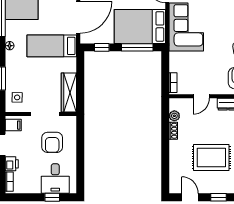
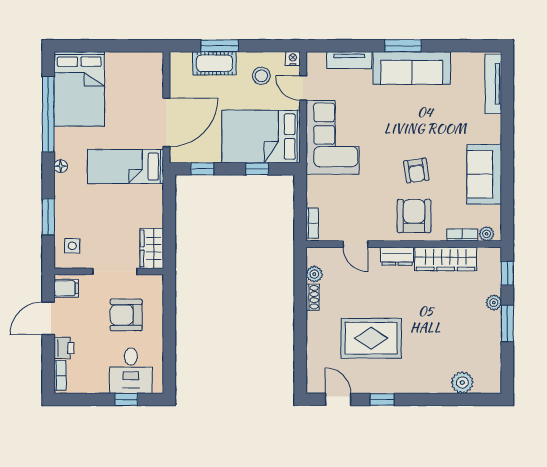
window: (137, 47) -> (257, 169), width x0.46
wardrobe: (69, 93) -> (152, 248), width x0.67
door: (201, 96) -> (356, 244), hinge flipped
armchair: (52, 142) -> (126, 315), turned 90

